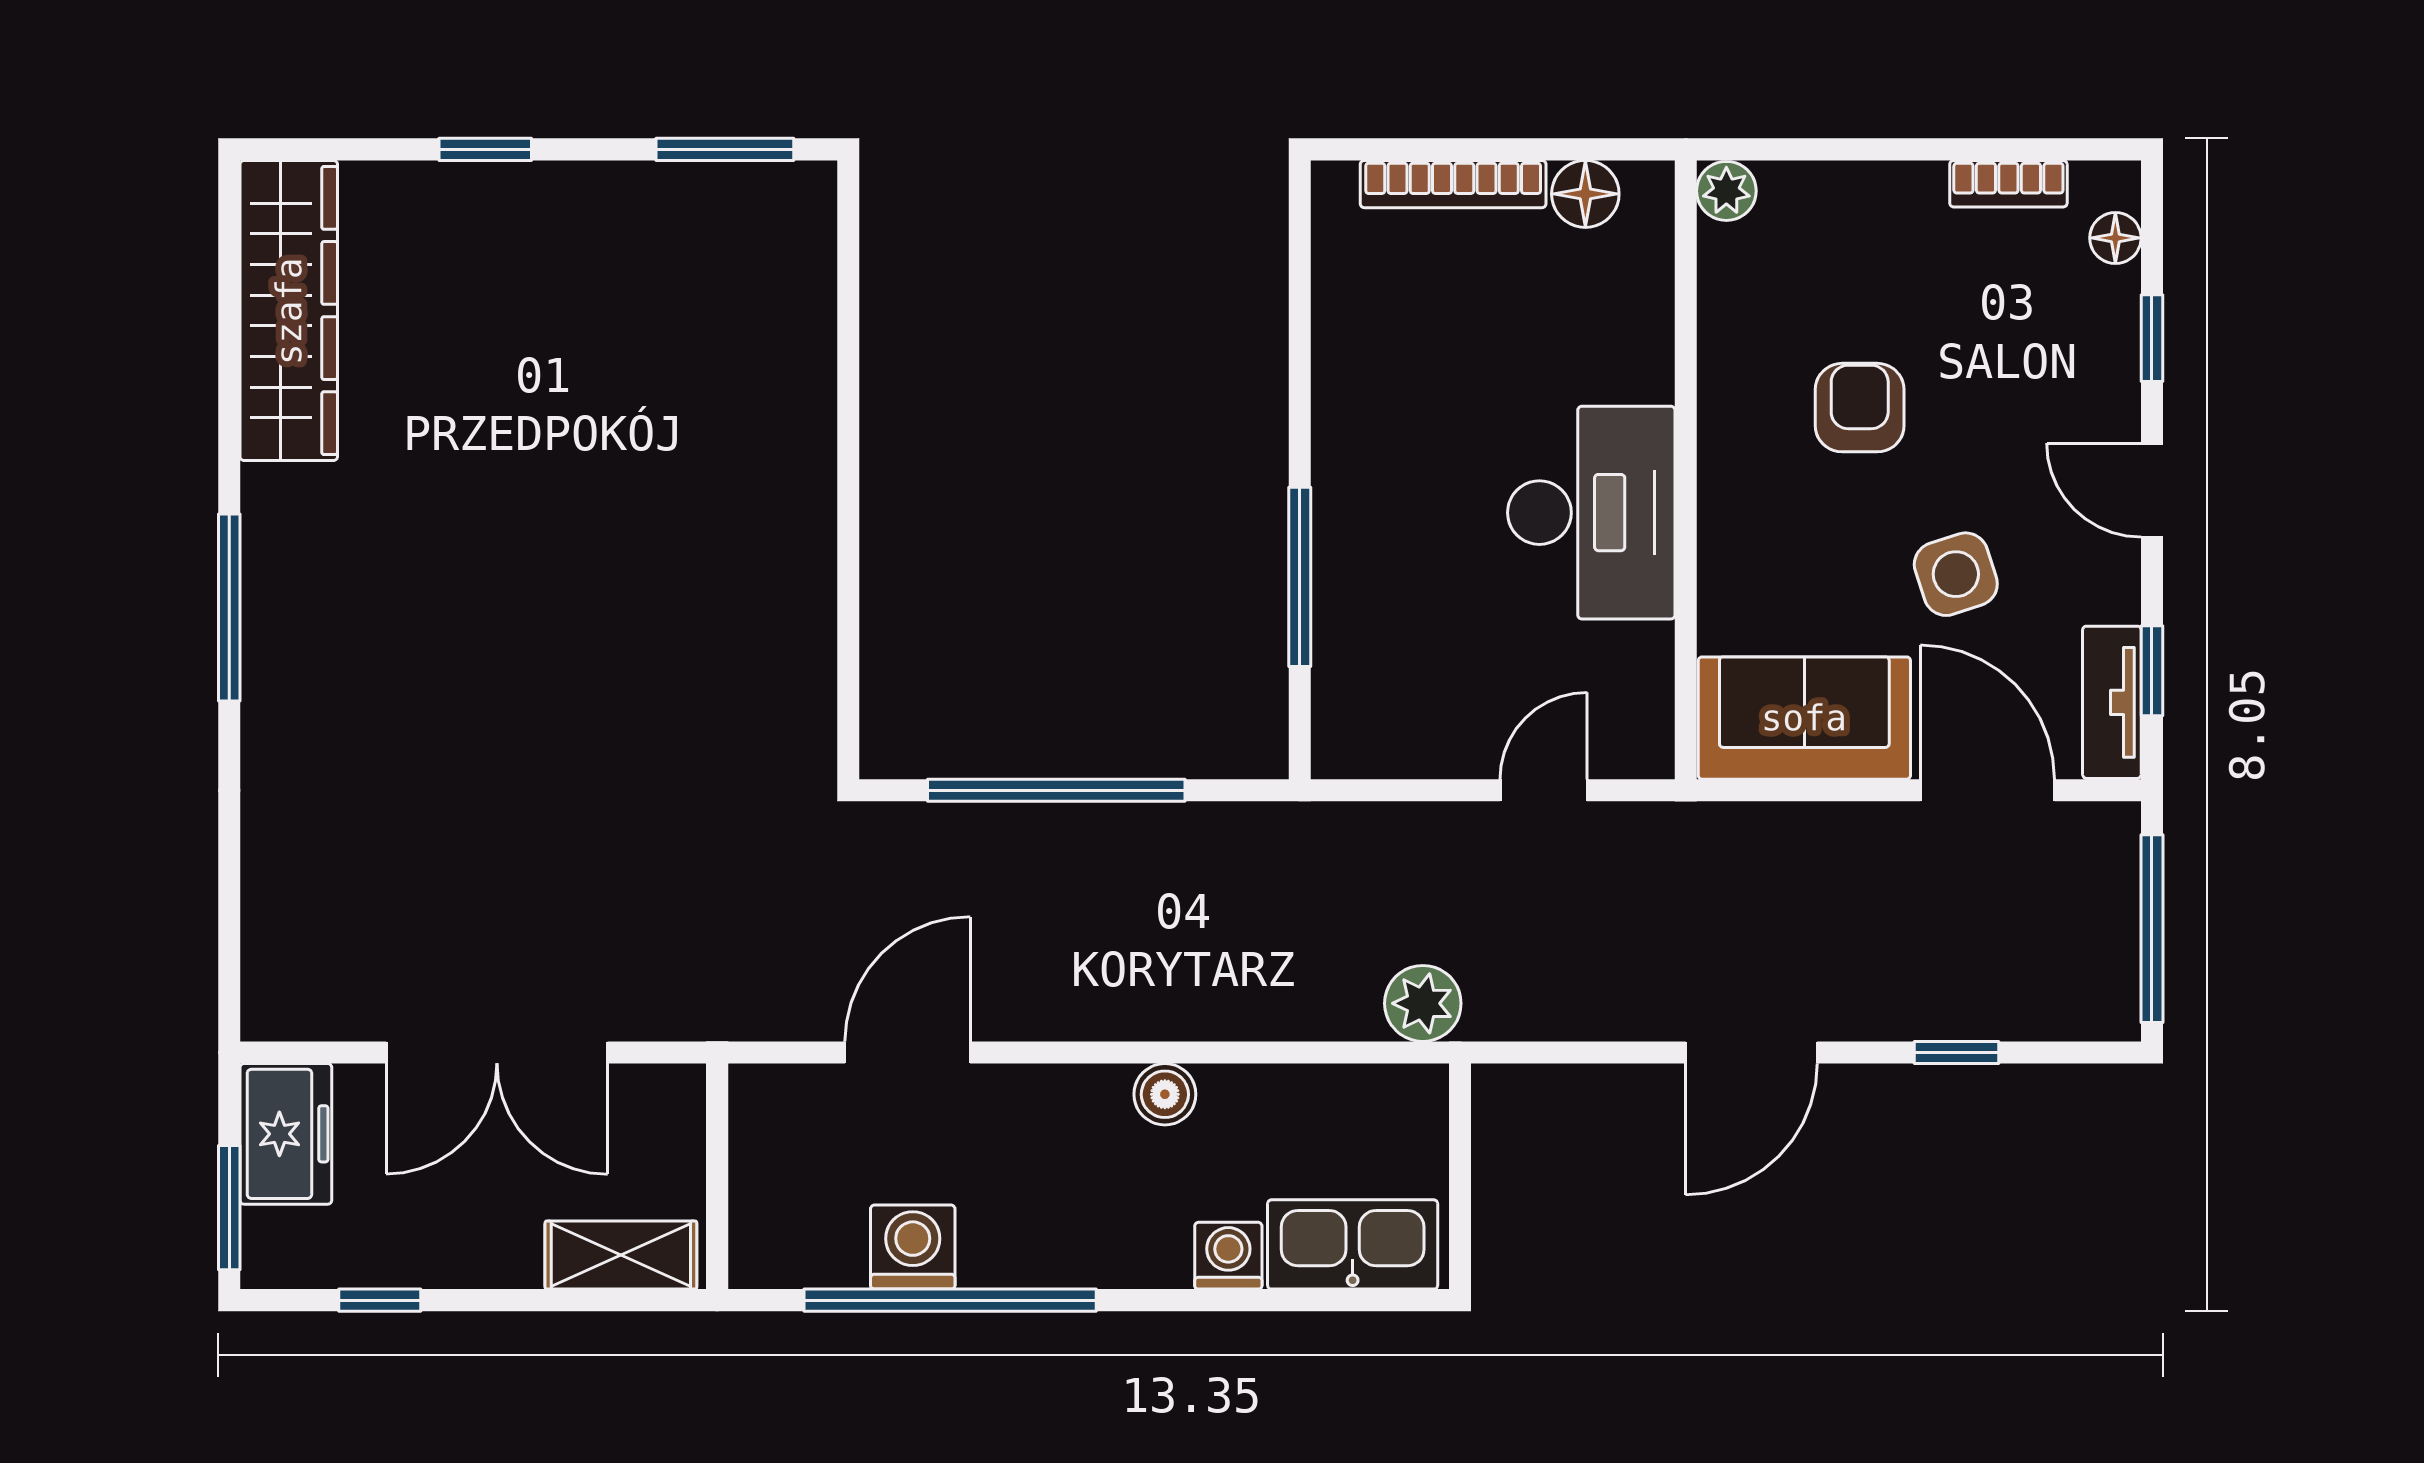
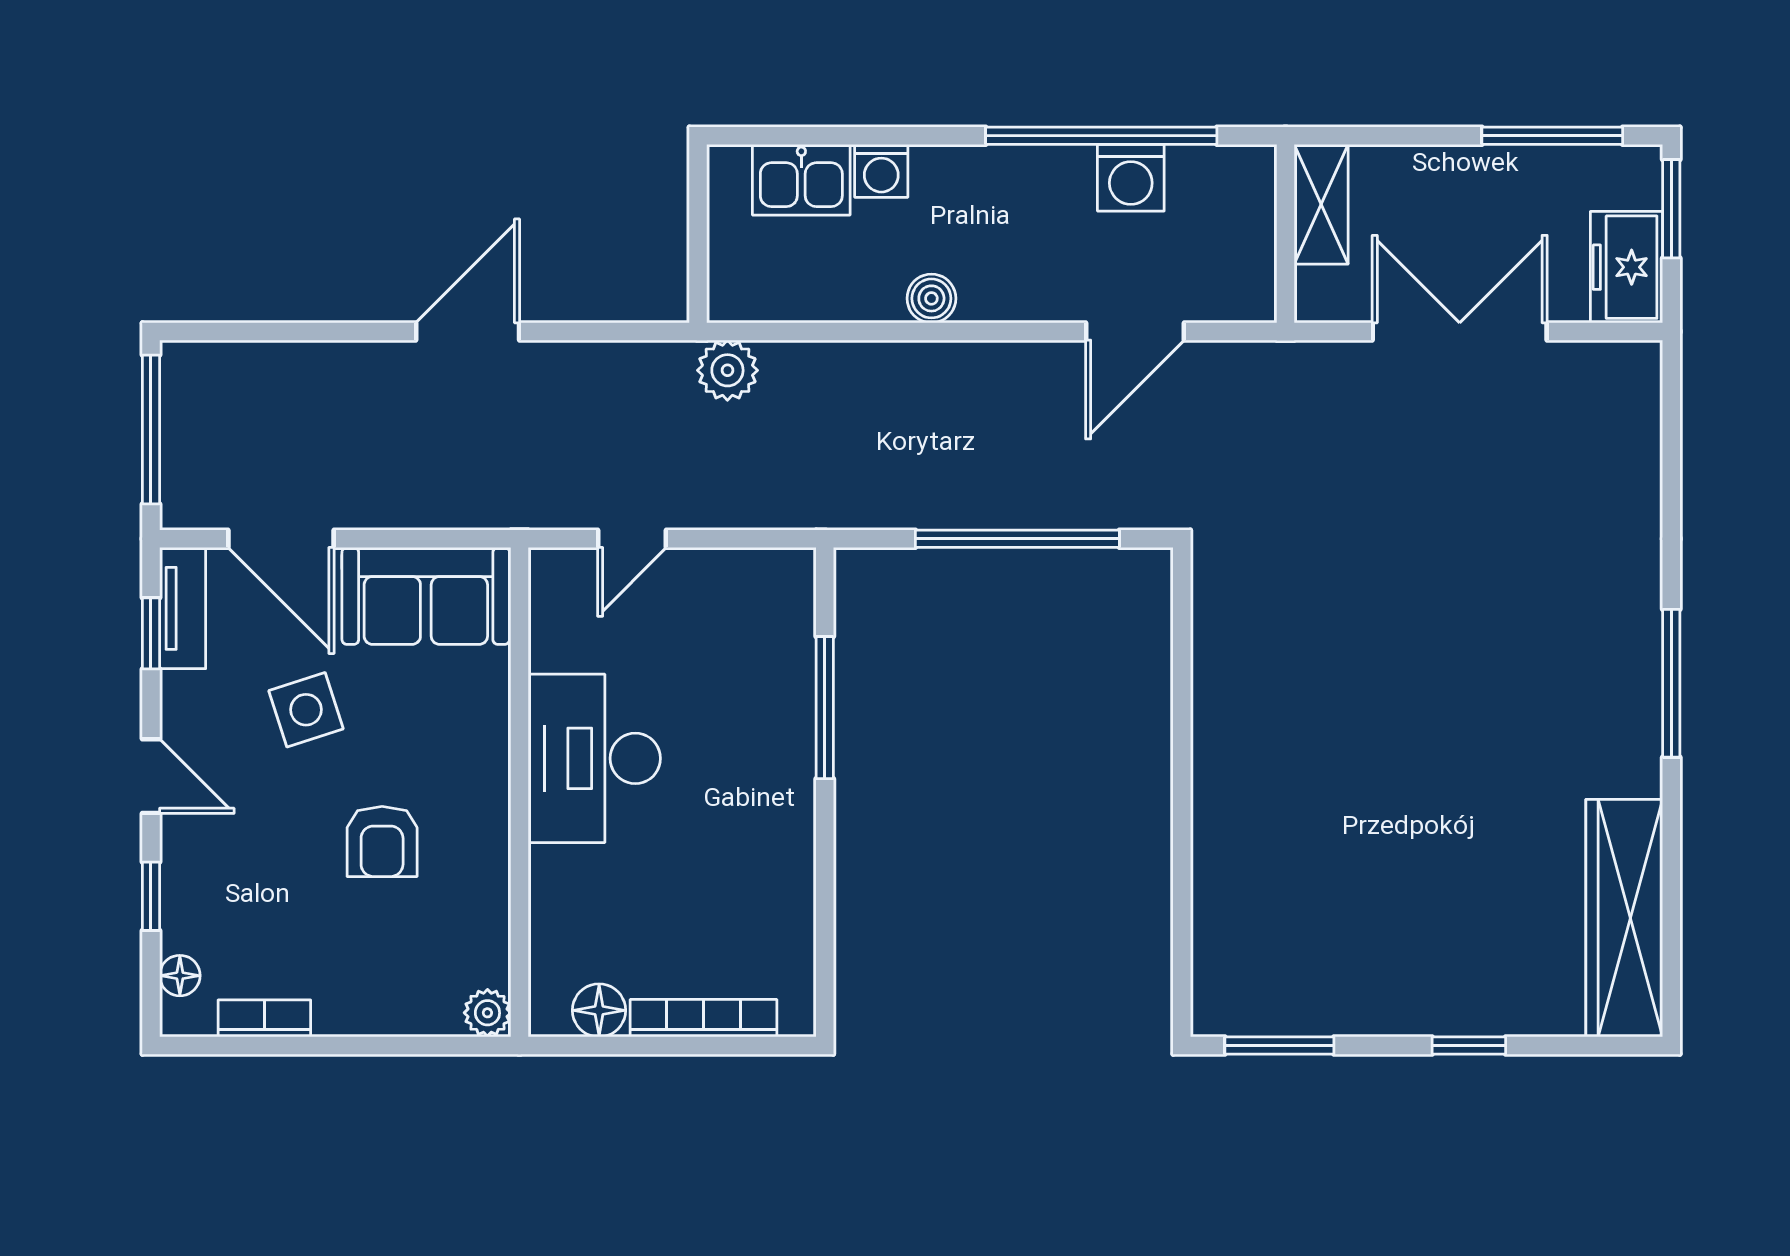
window: (1956, 1053) -> (305, 331), removed
kitchen sink: (1353, 1244) -> (801, 180), width x0.73
shelving: (621, 1255) -> (1321, 204), moved, turned 90
window: (380, 1300) -> (1552, 136), width x2.17

